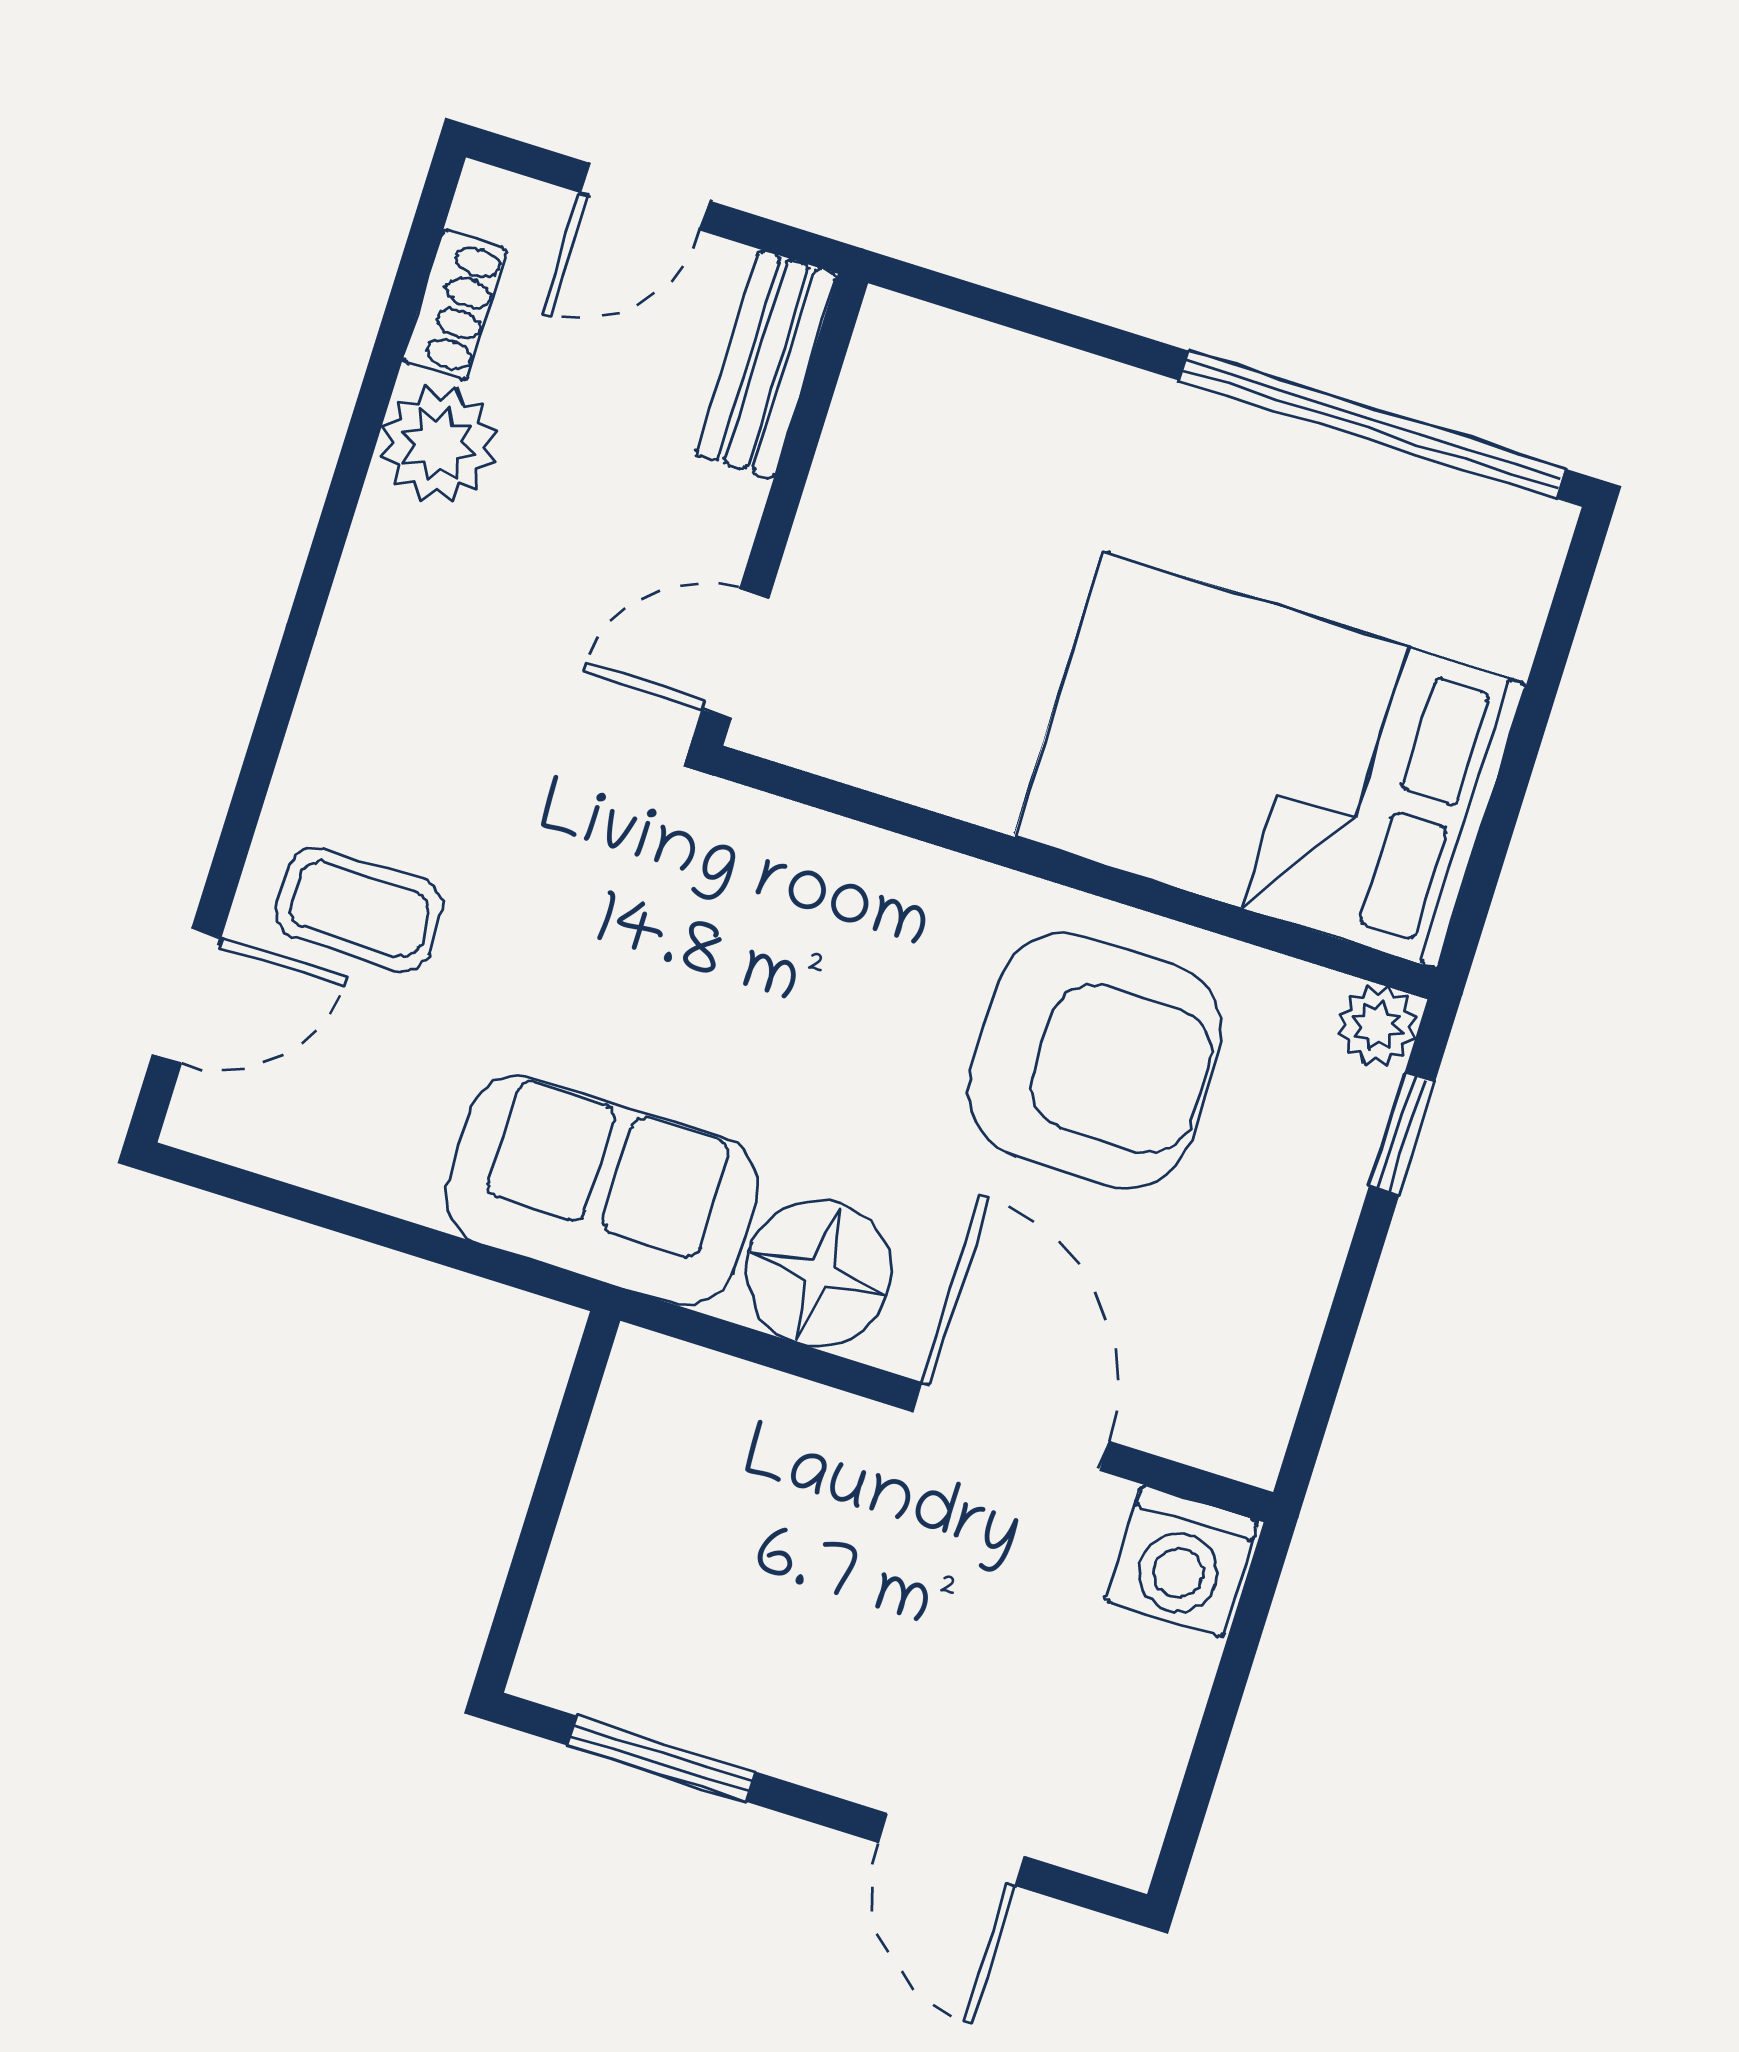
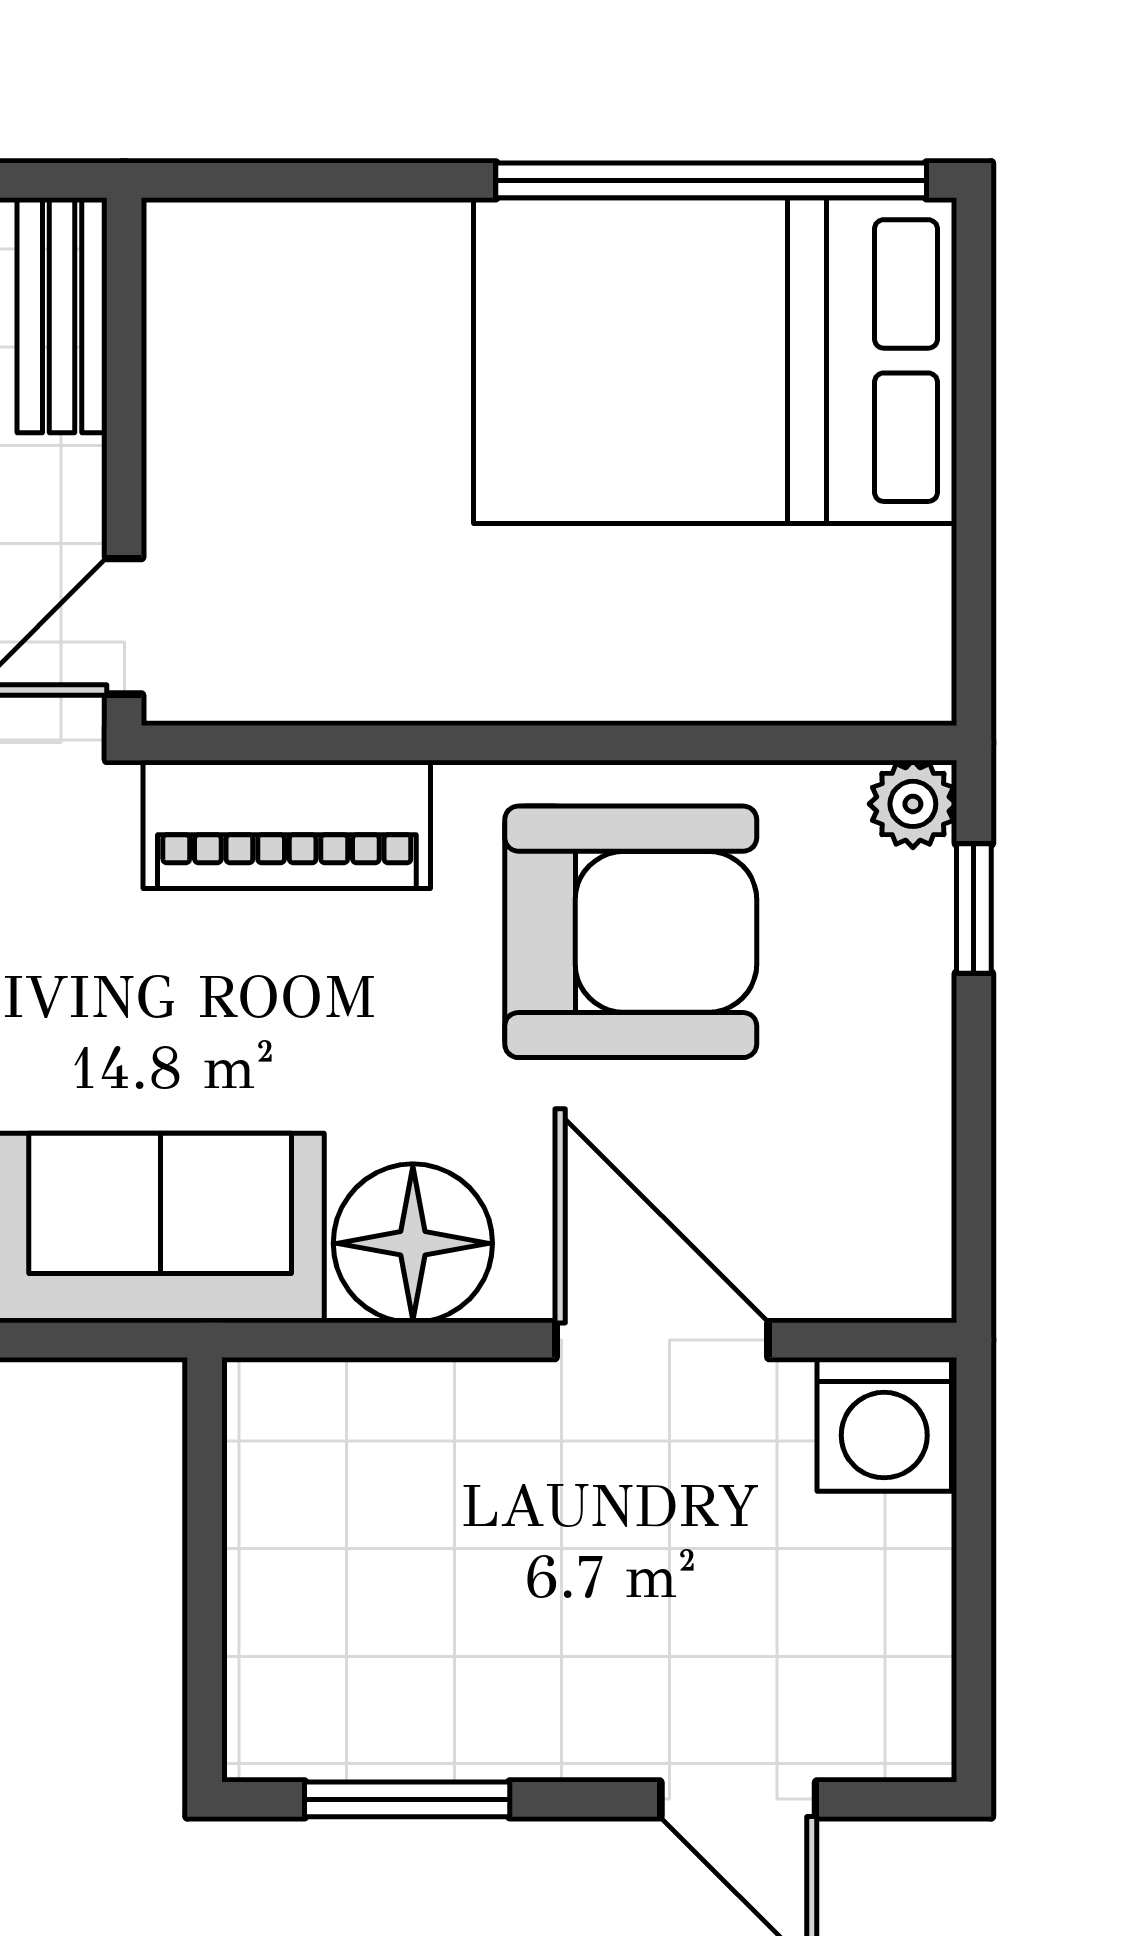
bed: (1270, 760) -> (715, 361), moved
piano: (823, 872) -> (287, 824), added

